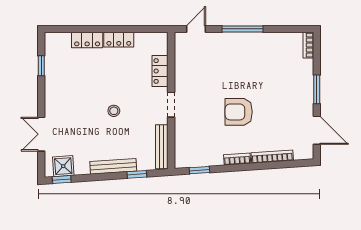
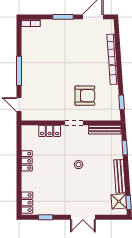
locker: (87, 40) -> (27, 203), moved
armchair: (239, 112) -> (85, 96), moved, turned -90
double door: (41, 134) -> (83, 217), moved
bench: (113, 166) -> (120, 176), moved

